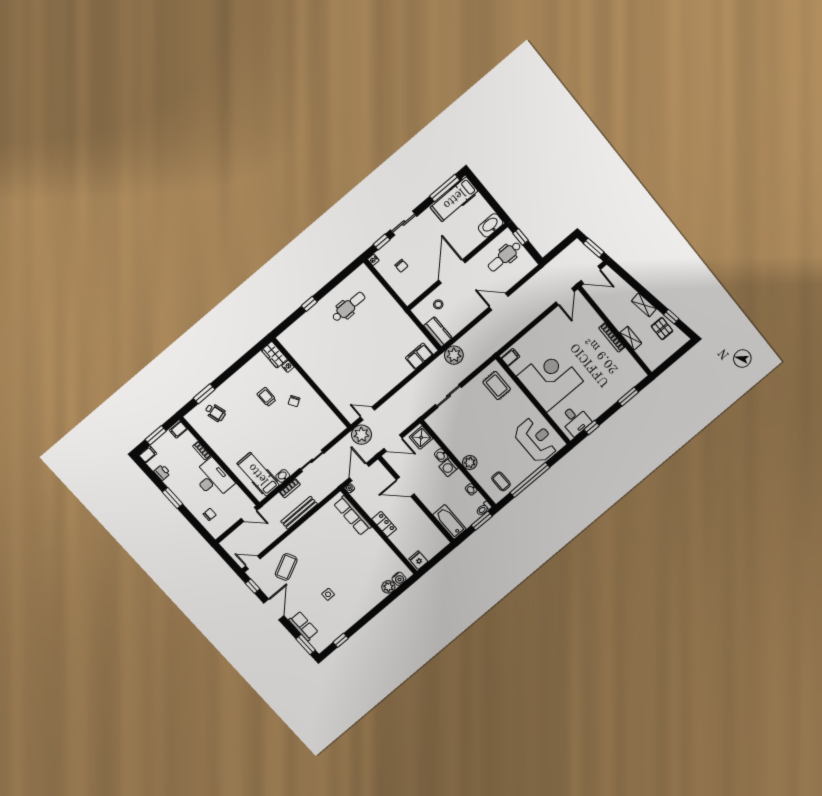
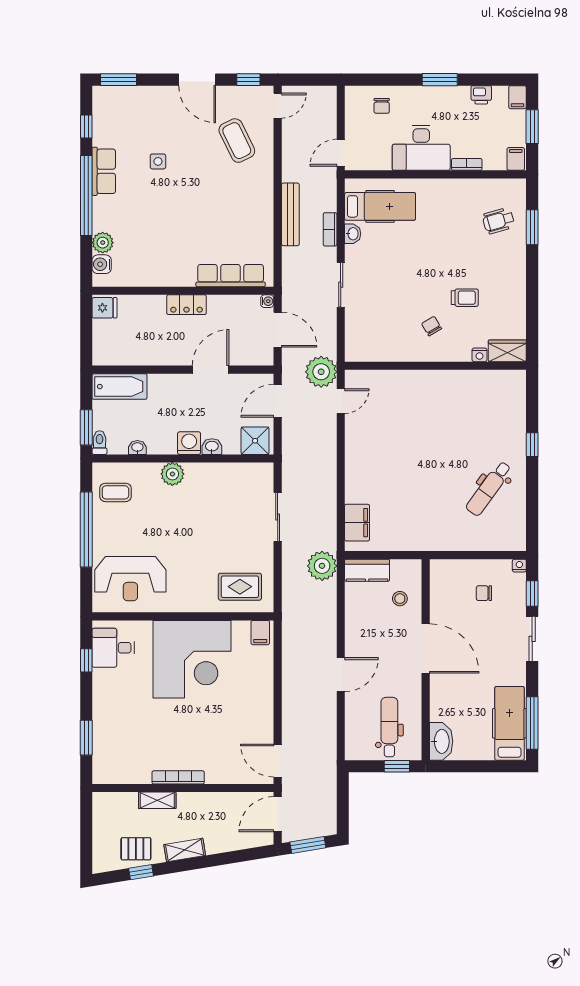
dental chair: (349, 307) -> (489, 489), turned 36
window: (373, 613) -> (86, 195), added
row of seats: (303, 626) -> (104, 171), moved, turned -90

